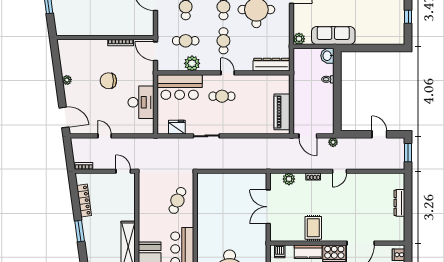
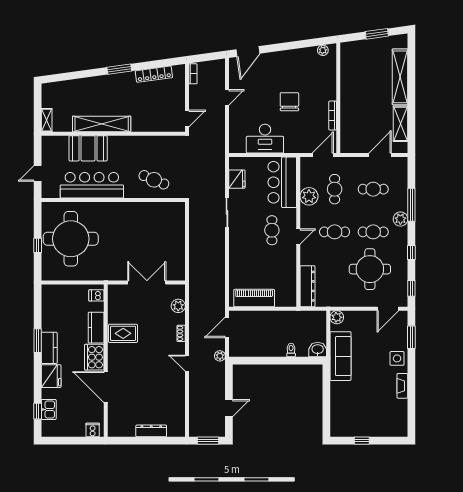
plant: (67, 80) -> (323, 50), moved

